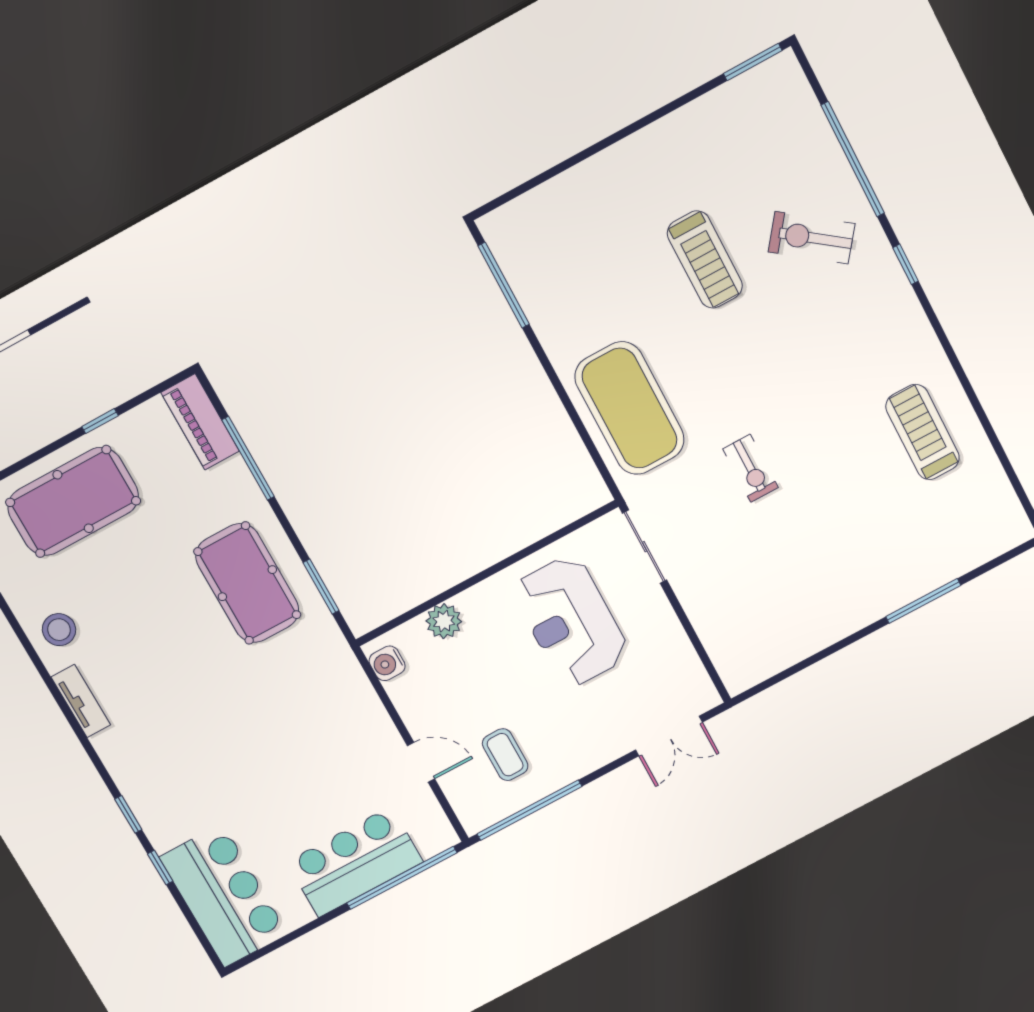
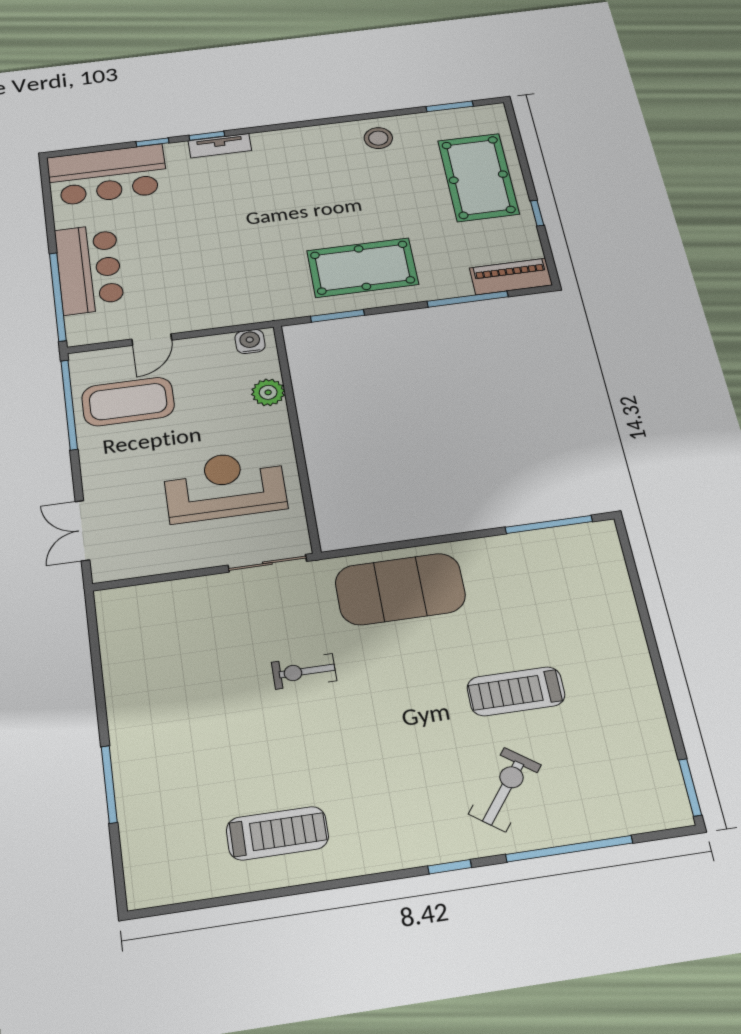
tv unit: (81, 701) -> (220, 146), moved
coffee table: (505, 755) -> (128, 402), width x1.86, depth x1.72

